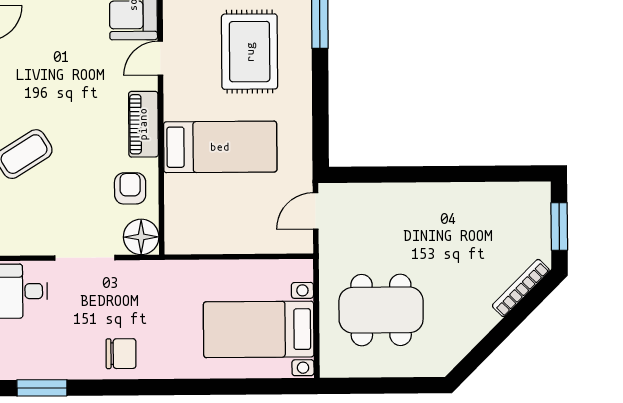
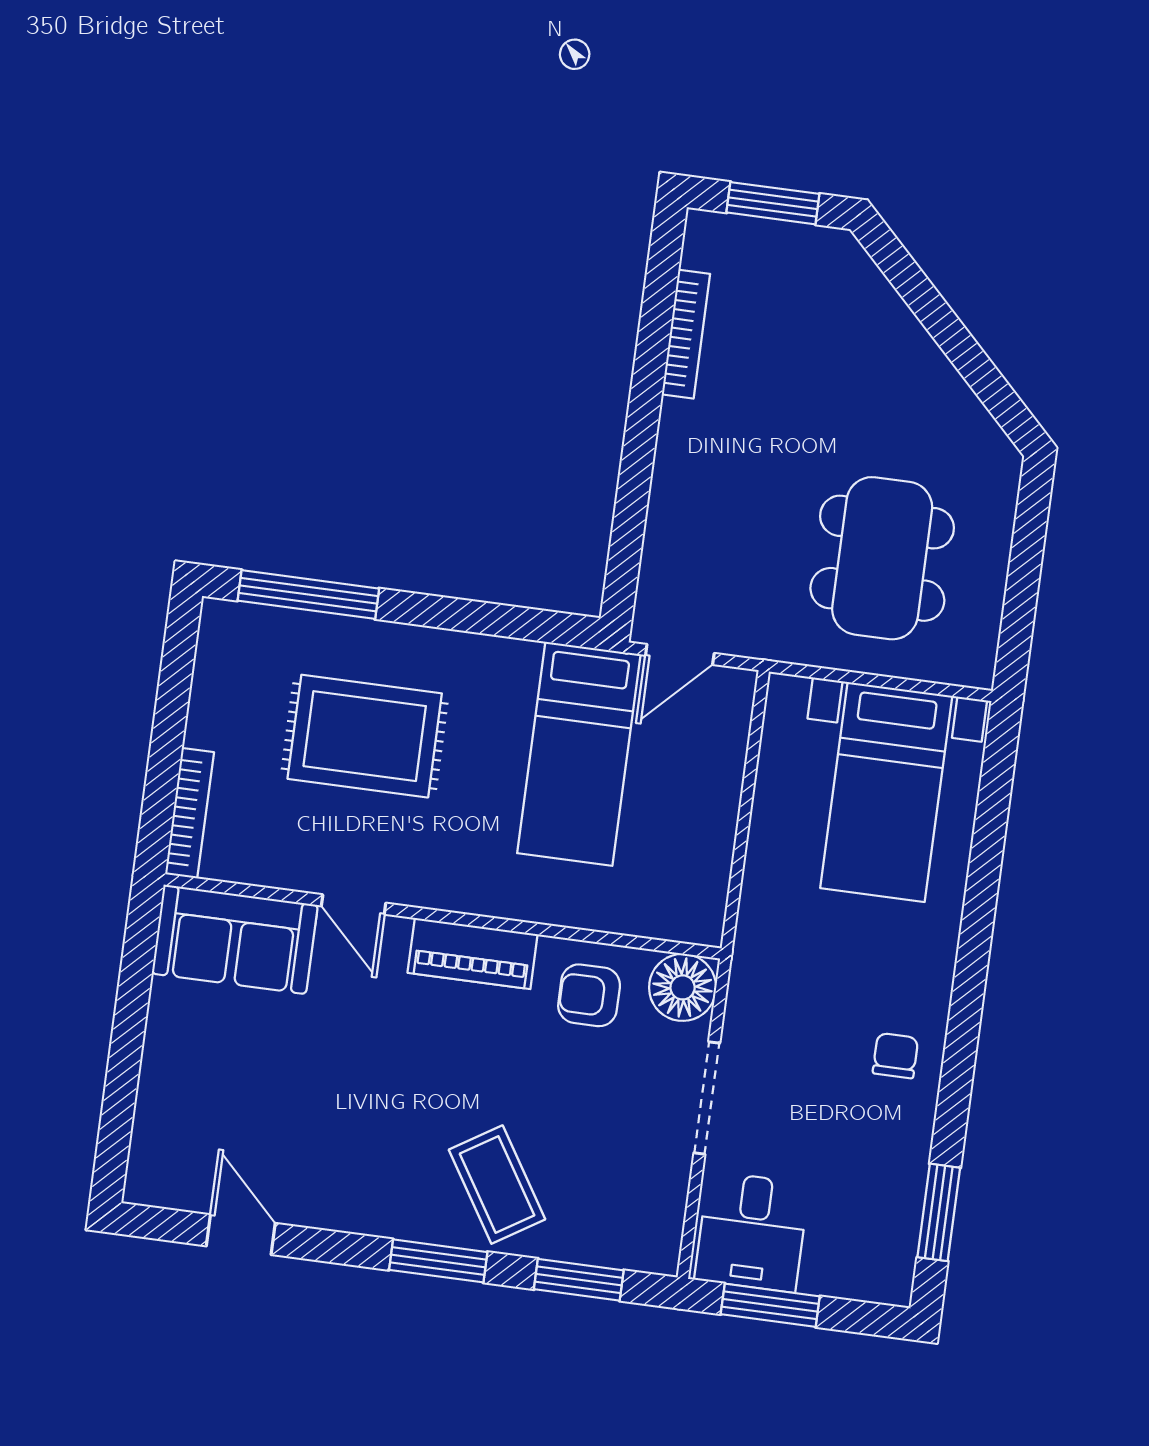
bed: (220, 147) -> (579, 754), moved, turned 180
door: (316, 211) -> (680, 654), hinge flipped
bookcase: (521, 288) -> (686, 334), moved, turned -135
chair: (121, 354) -> (895, 1056), width x0.73, depth x0.73

